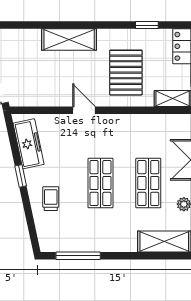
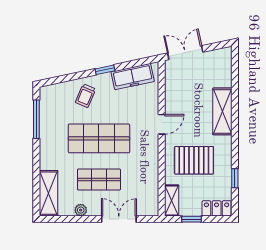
shop shelf: (100, 183) -> (99, 138), width x1.43, depth x1.36
trolley: (51, 199) -> (86, 96), turned 113

